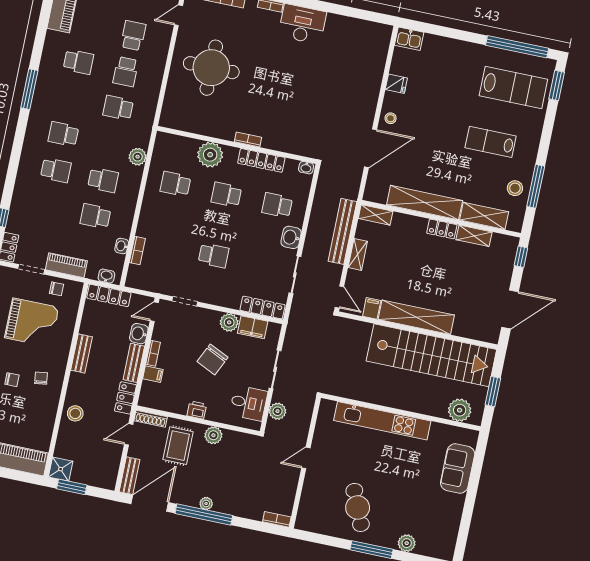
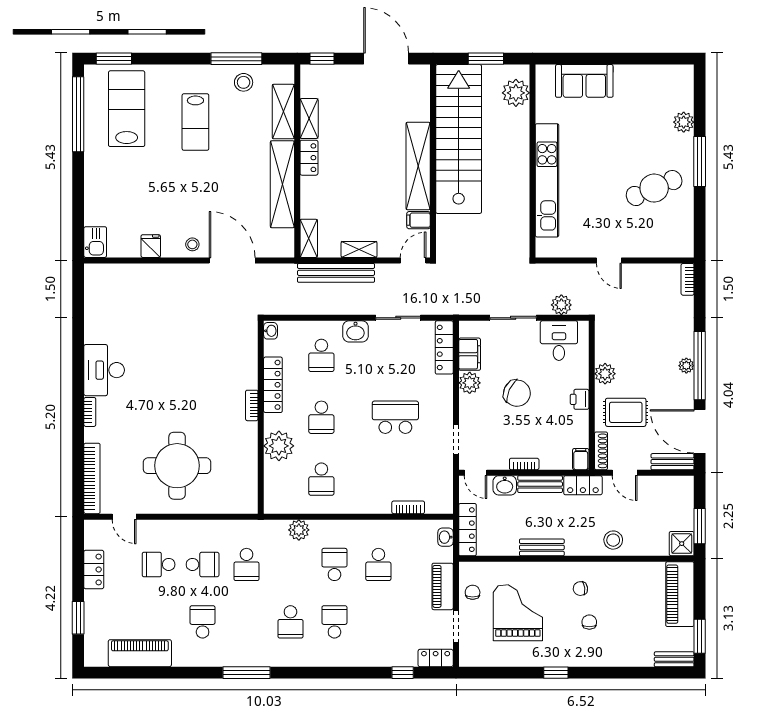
washbasin: (122, 246) -> (407, 527), removed
school desk: (214, 255) -> (395, 417), width x1.85
filing cabinet: (153, 374) -> (581, 459), moved

